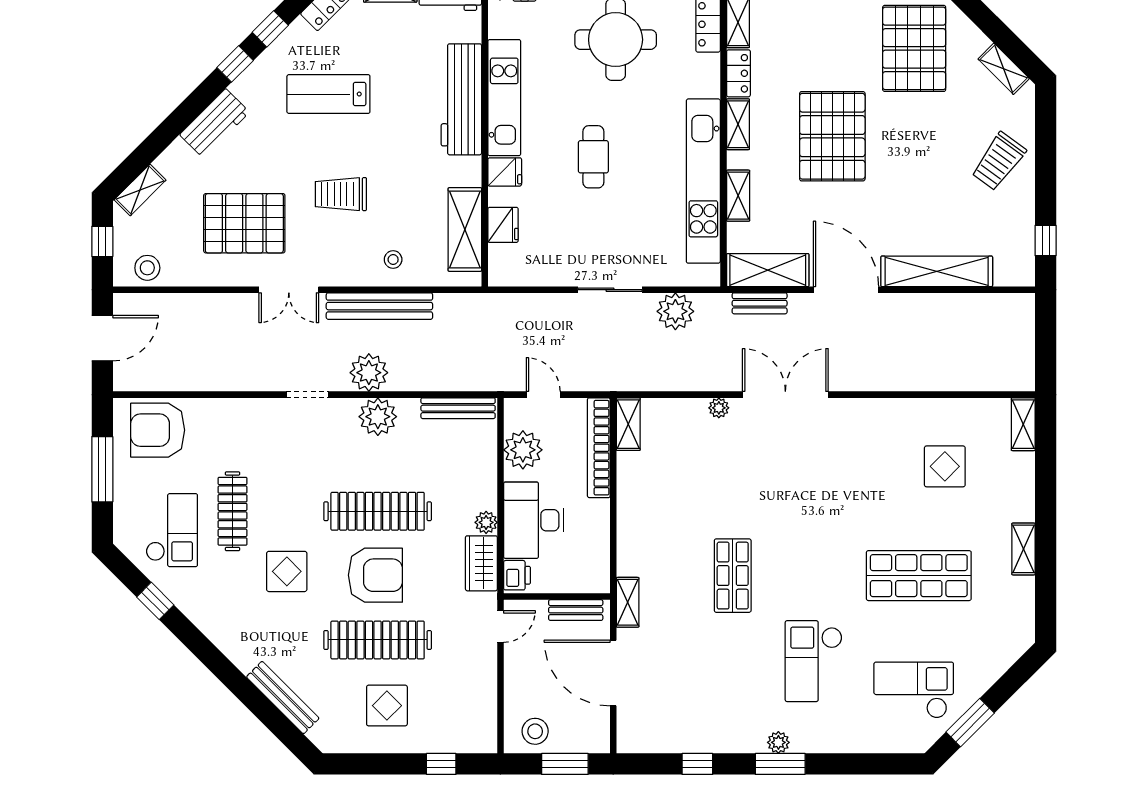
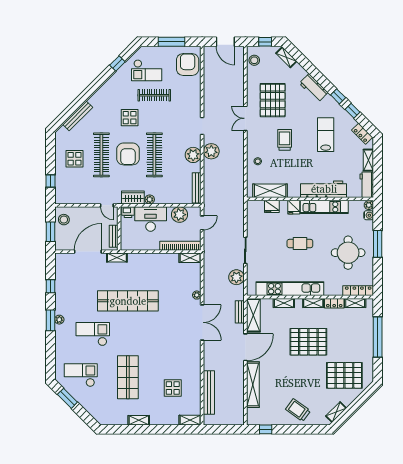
bench: (379, 306) -> (209, 392), moved
shop shelf: (733, 576) -> (128, 301), width x2.00, depth x1.36
checkout: (914, 690) -> (81, 375), turned -90

